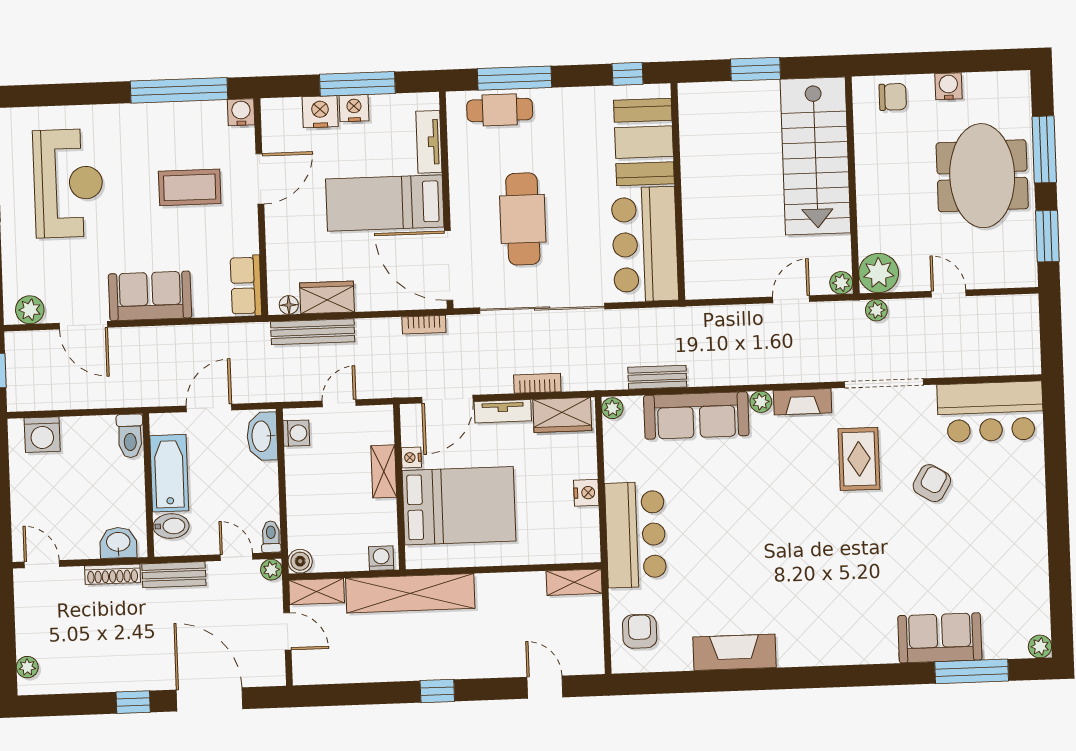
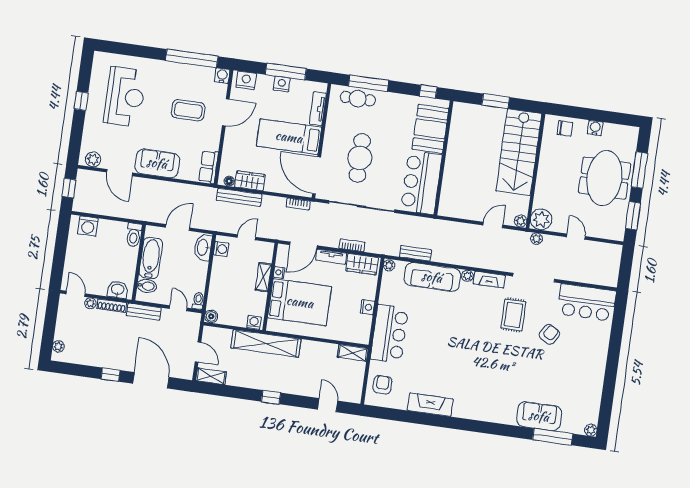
nightstand: (320, 112) -> (246, 80), moved
plant: (271, 570) -> (90, 303), moved
shelving: (317, 592) -> (211, 376), moved

